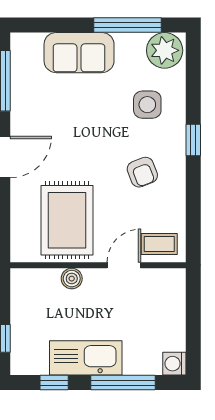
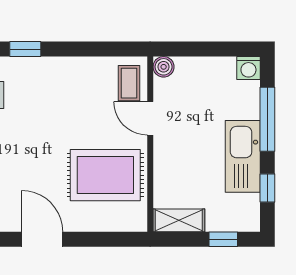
armchair: (142, 172) -> (57, 100), removed
boiler: (72, 279) -> (164, 67), moved
shelving: (22, 294) -> (179, 220), added

